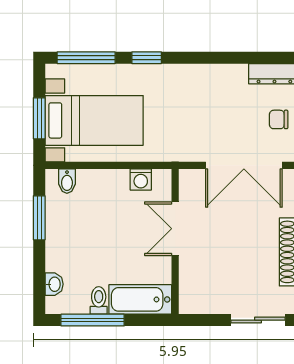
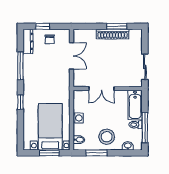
window: (86, 58) -> (20, 66), moved
double door: (244, 165) -> (71, 56), width x0.73
washing machine: (141, 179) -> (78, 118), moved
stool: (73, 240) -> (107, 137), added
sliding door: (258, 320) -> (145, 67), moved

